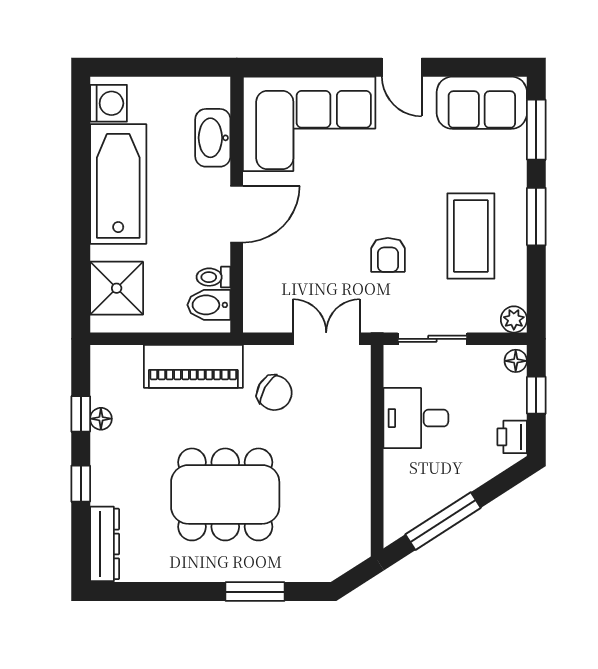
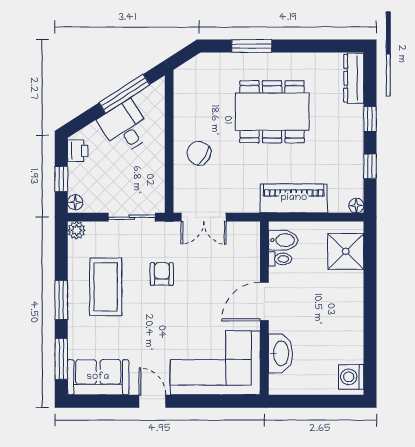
bathtub: (118, 184) -> (345, 322), removed
chair: (274, 393) -> (199, 153), moved
desk: (416, 418) -> (125, 127), moved, turned -123
floor lamp: (101, 419) -> (356, 206), moved

